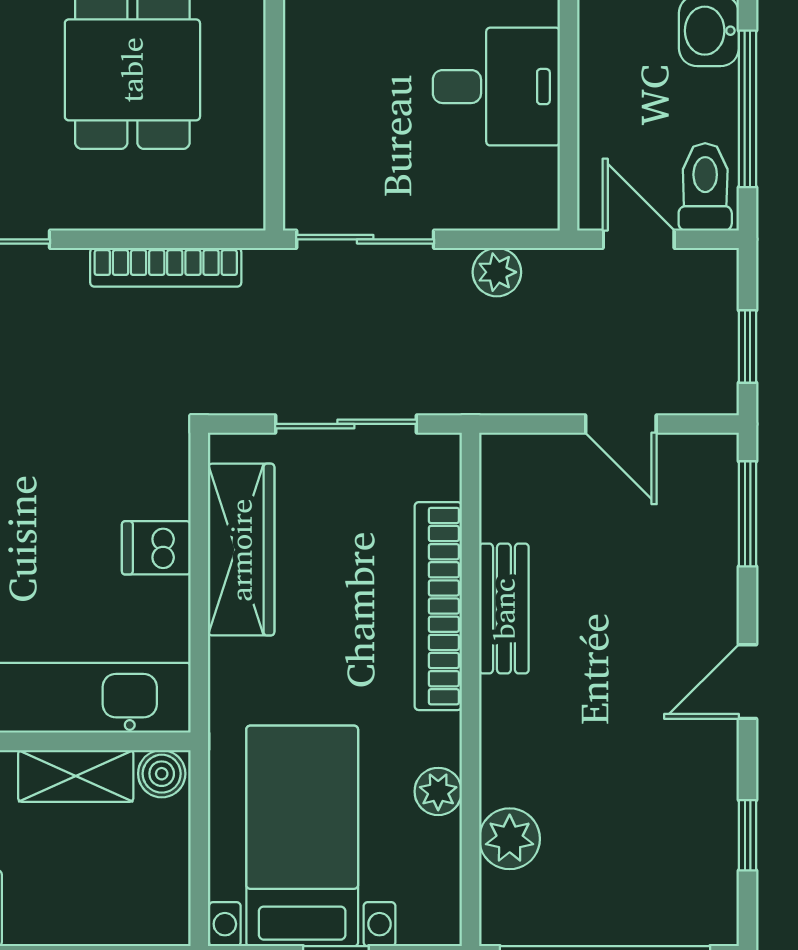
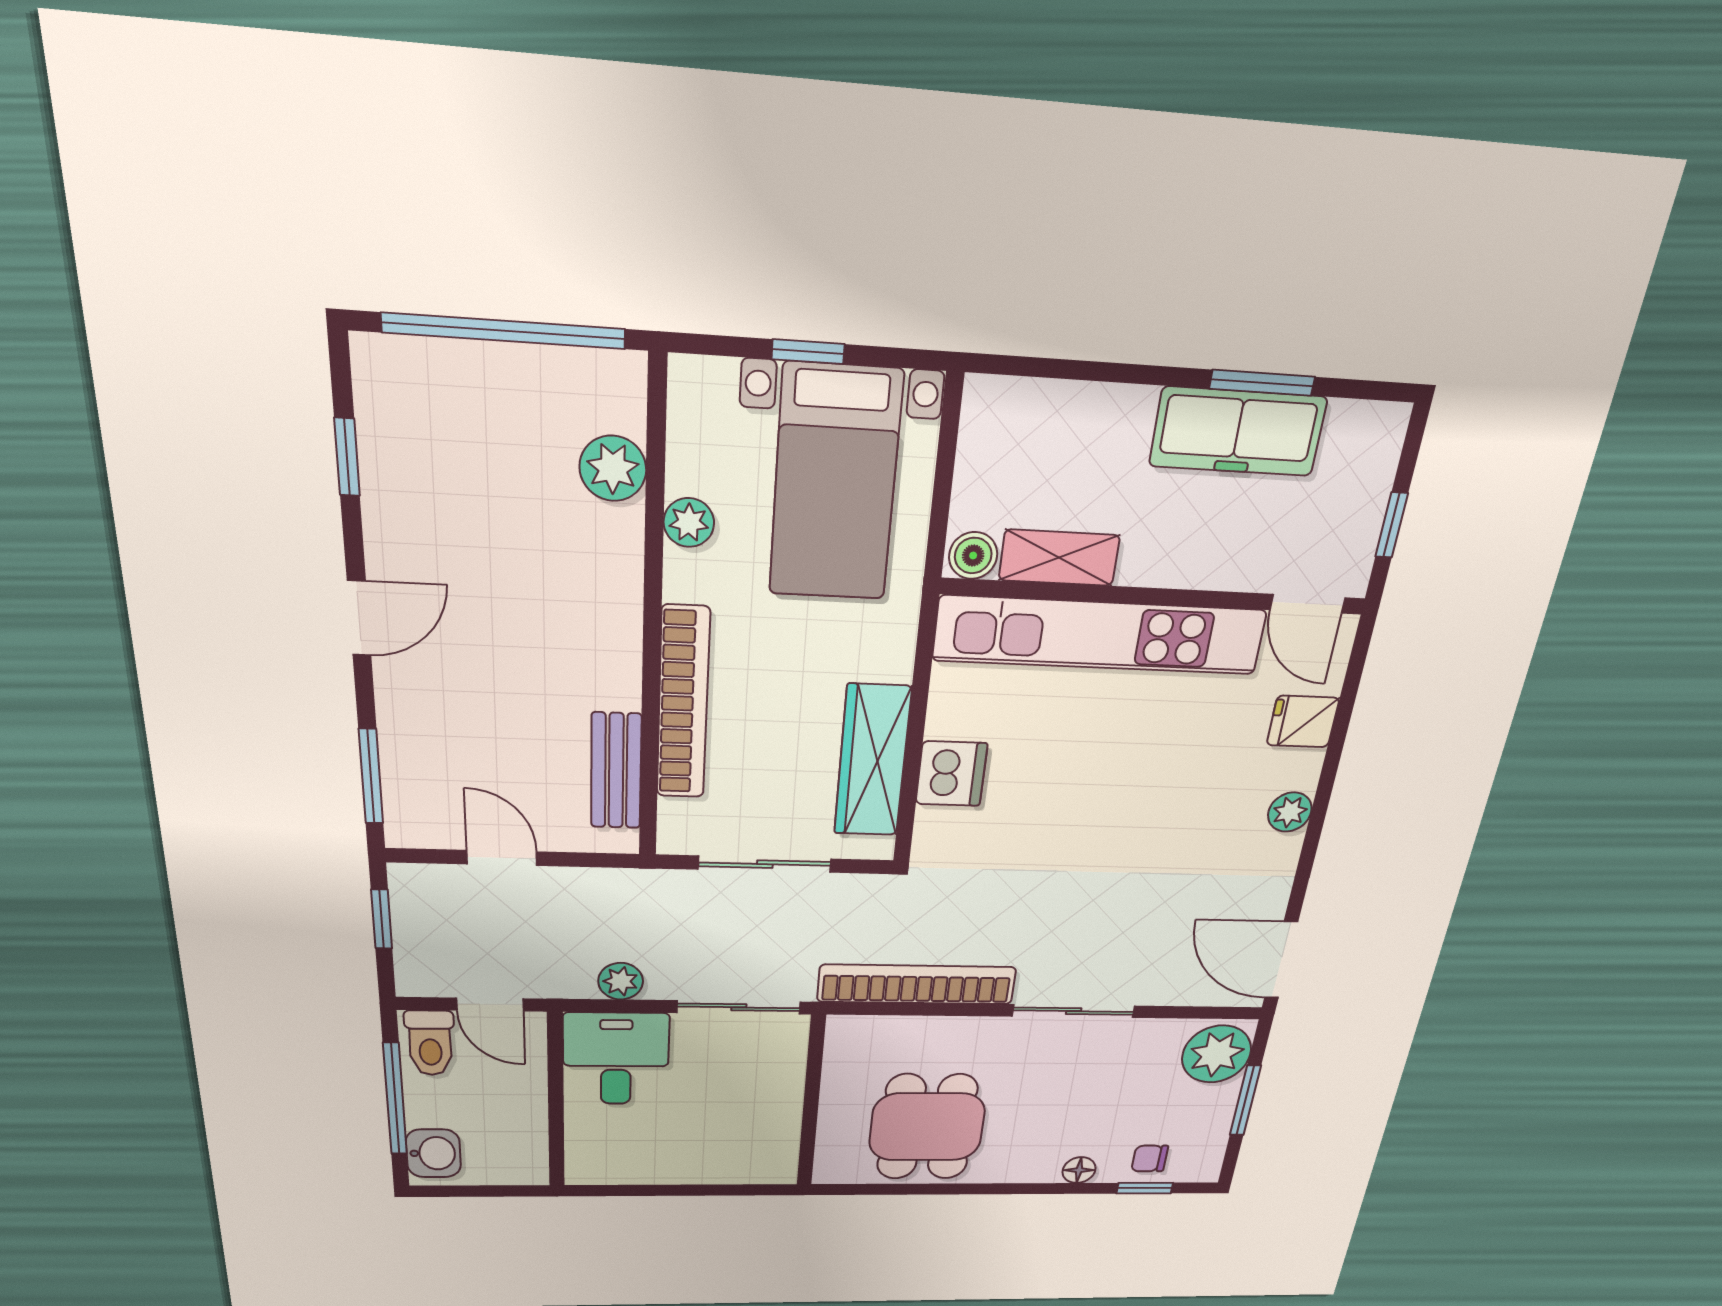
desk: (496, 87) -> (616, 1059), moved, turned 90
bookcase: (166, 267) -> (917, 984), width x1.48, depth x1.31
dishwasher: (156, 548) -> (951, 774), width x1.38
bench: (504, 609) -> (616, 771), moved

